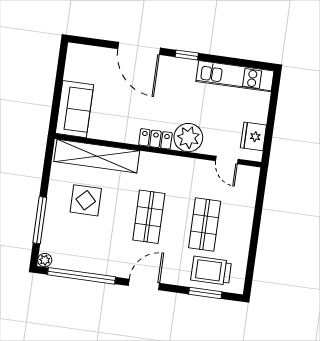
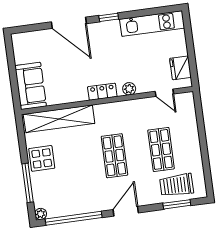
plant: (188, 138) -> (129, 89), width x0.53, depth x0.53
display table: (86, 200) -> (42, 158), moved

